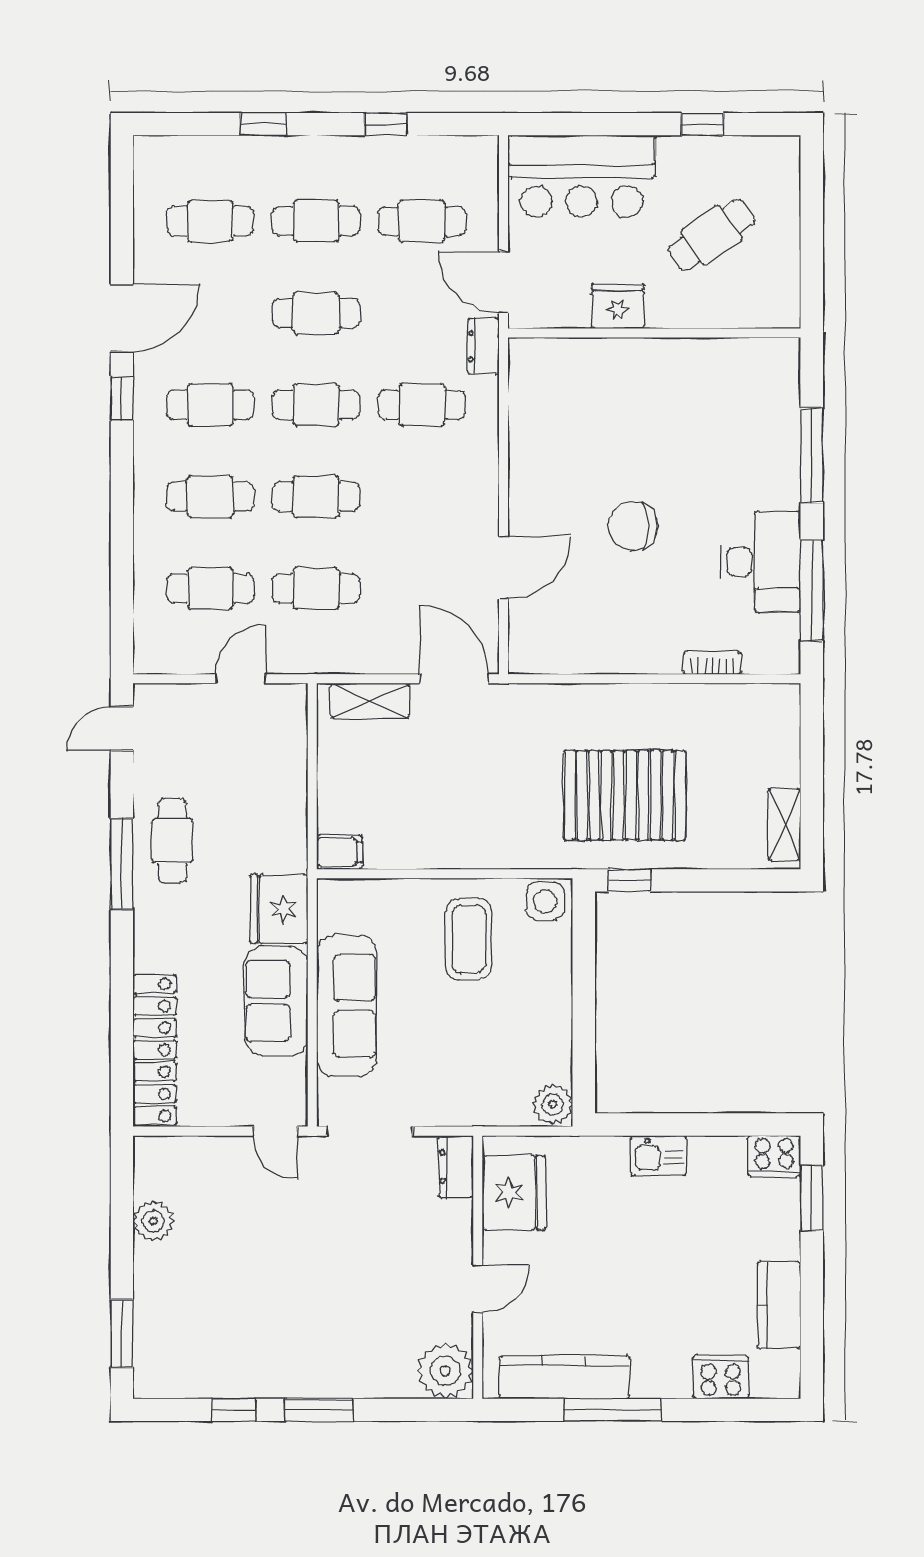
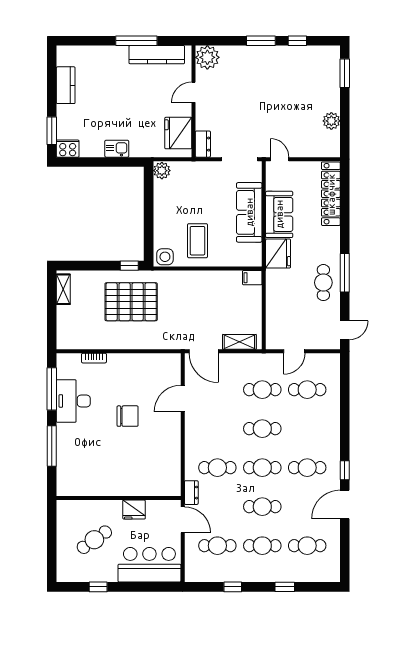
cafe table: (210, 497) -> (307, 429), removed
cooker: (721, 1377) -> (90, 55), removed

